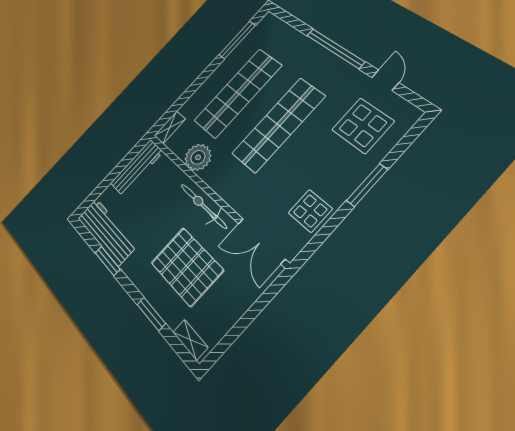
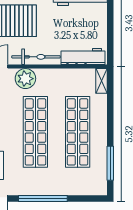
plant: (198, 157) -> (25, 79), moved
workbench: (137, 168) -> (83, 56), moved, turned 90

